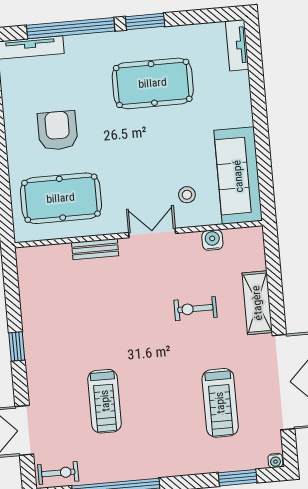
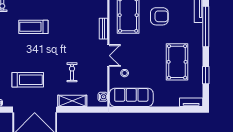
window: (145, 22) -> (206, 75), moved
water cooler: (212, 240) -> (103, 97), moved
treadmill: (220, 403) -> (28, 80), turned 180

